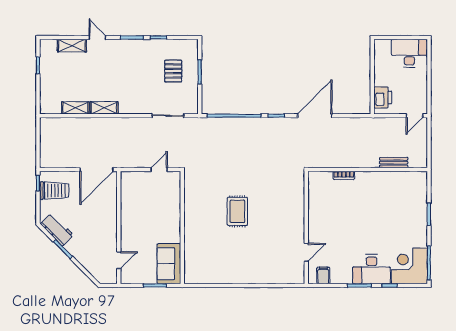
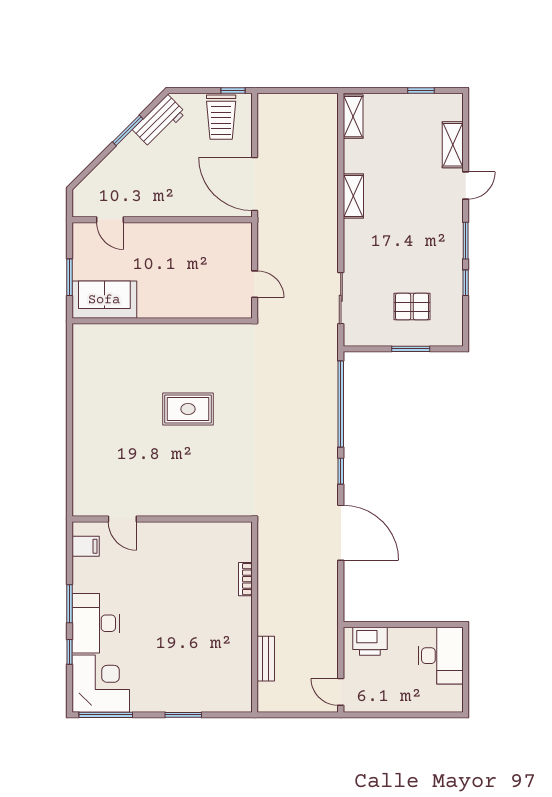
desk: (409, 53) -> (441, 656), moved
shelving: (75, 108) -> (353, 117), moved

